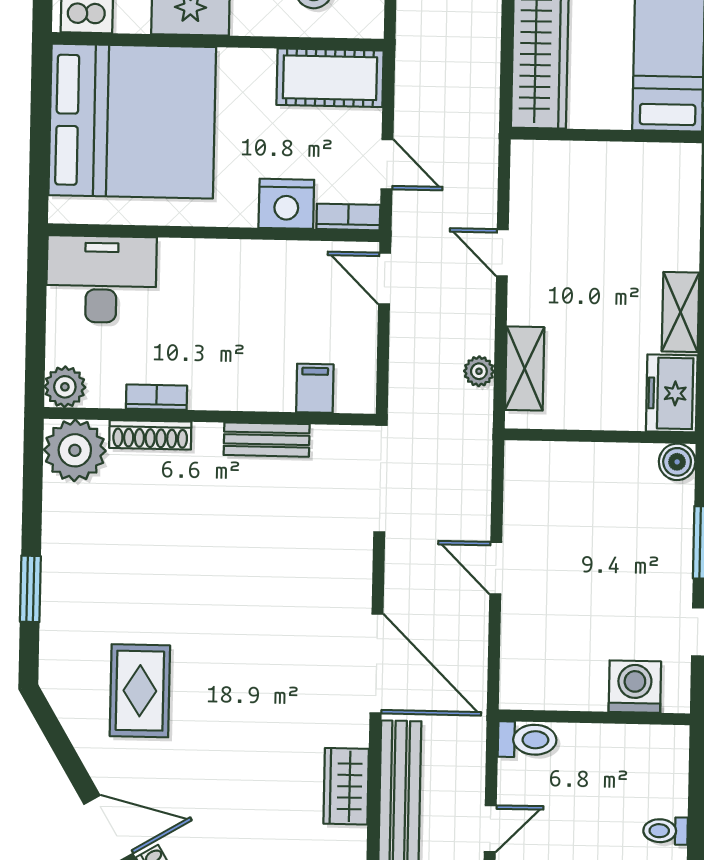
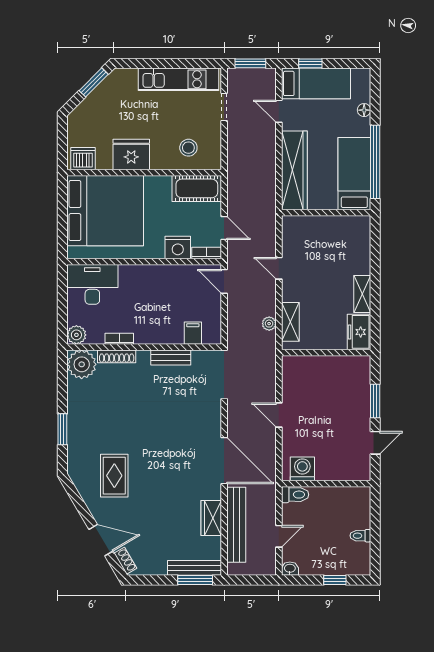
boiler: (677, 462) -> (362, 364), removed
washing machine: (635, 687) -> (302, 469), moved

